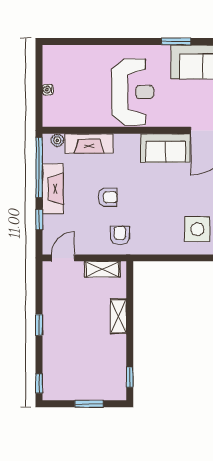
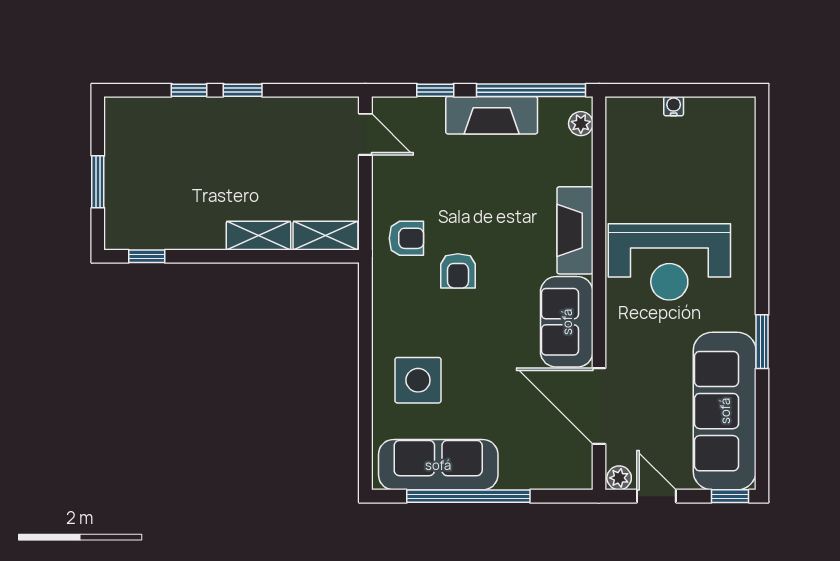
fireplace: (89, 144) -> (575, 230), moved
armchair: (108, 197) -> (458, 271), moved
shelving: (102, 269) -> (325, 236), moved, turned 90
window: (39, 383) -> (189, 90), moved

